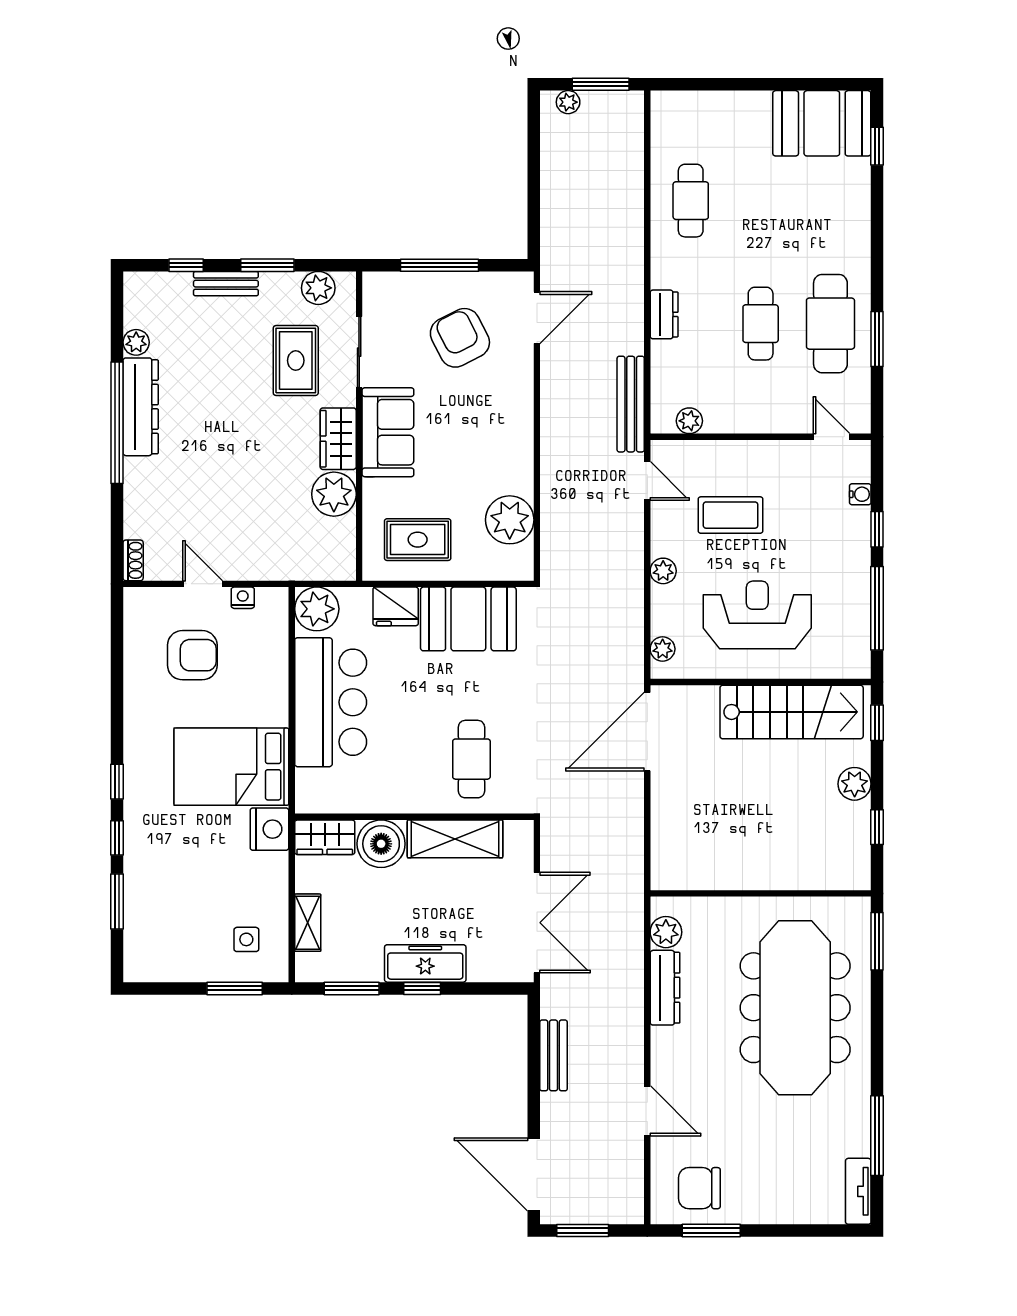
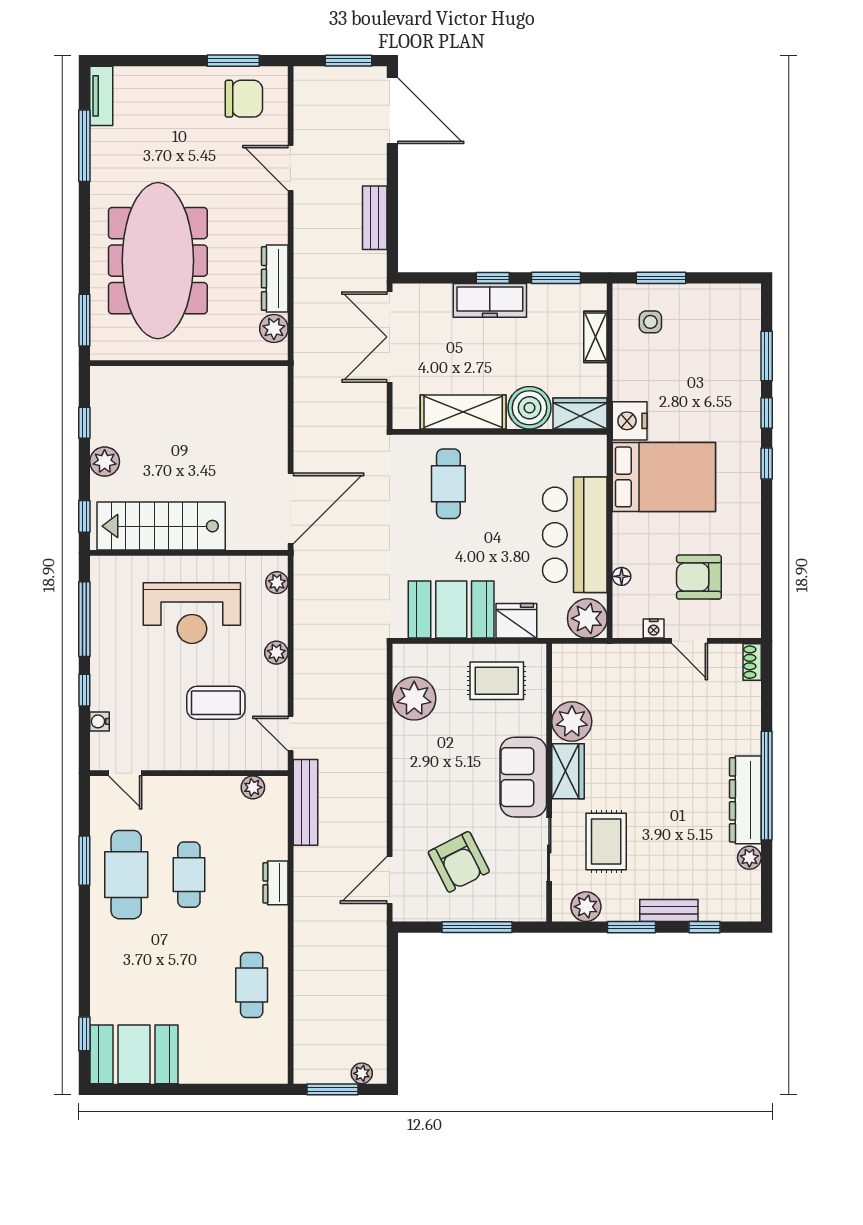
floor lamp: (279, 656) -> (622, 576), added

